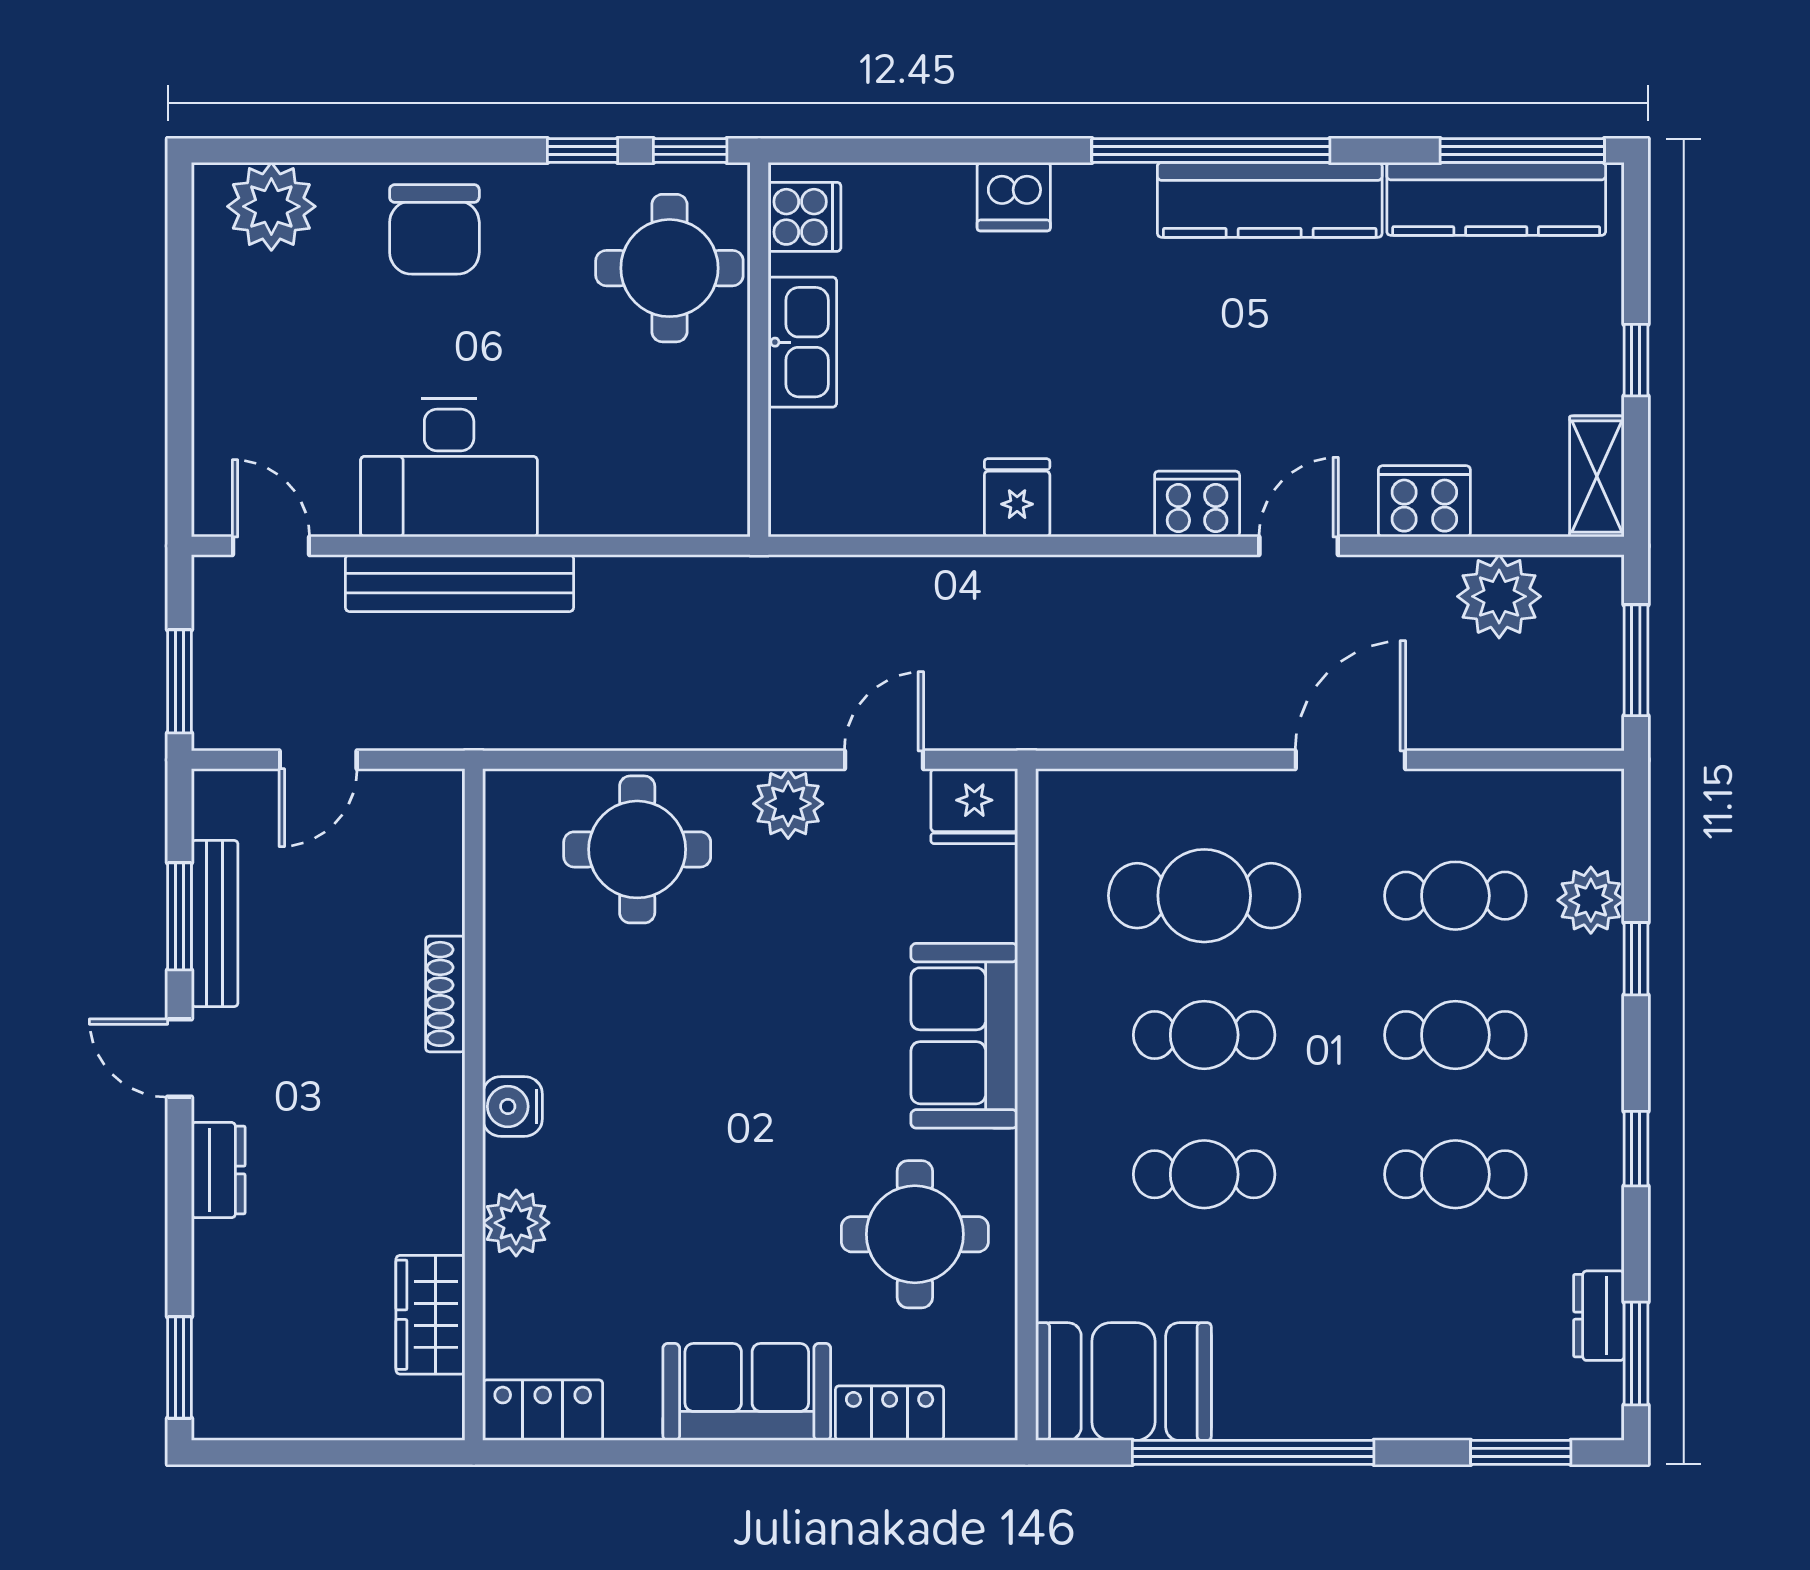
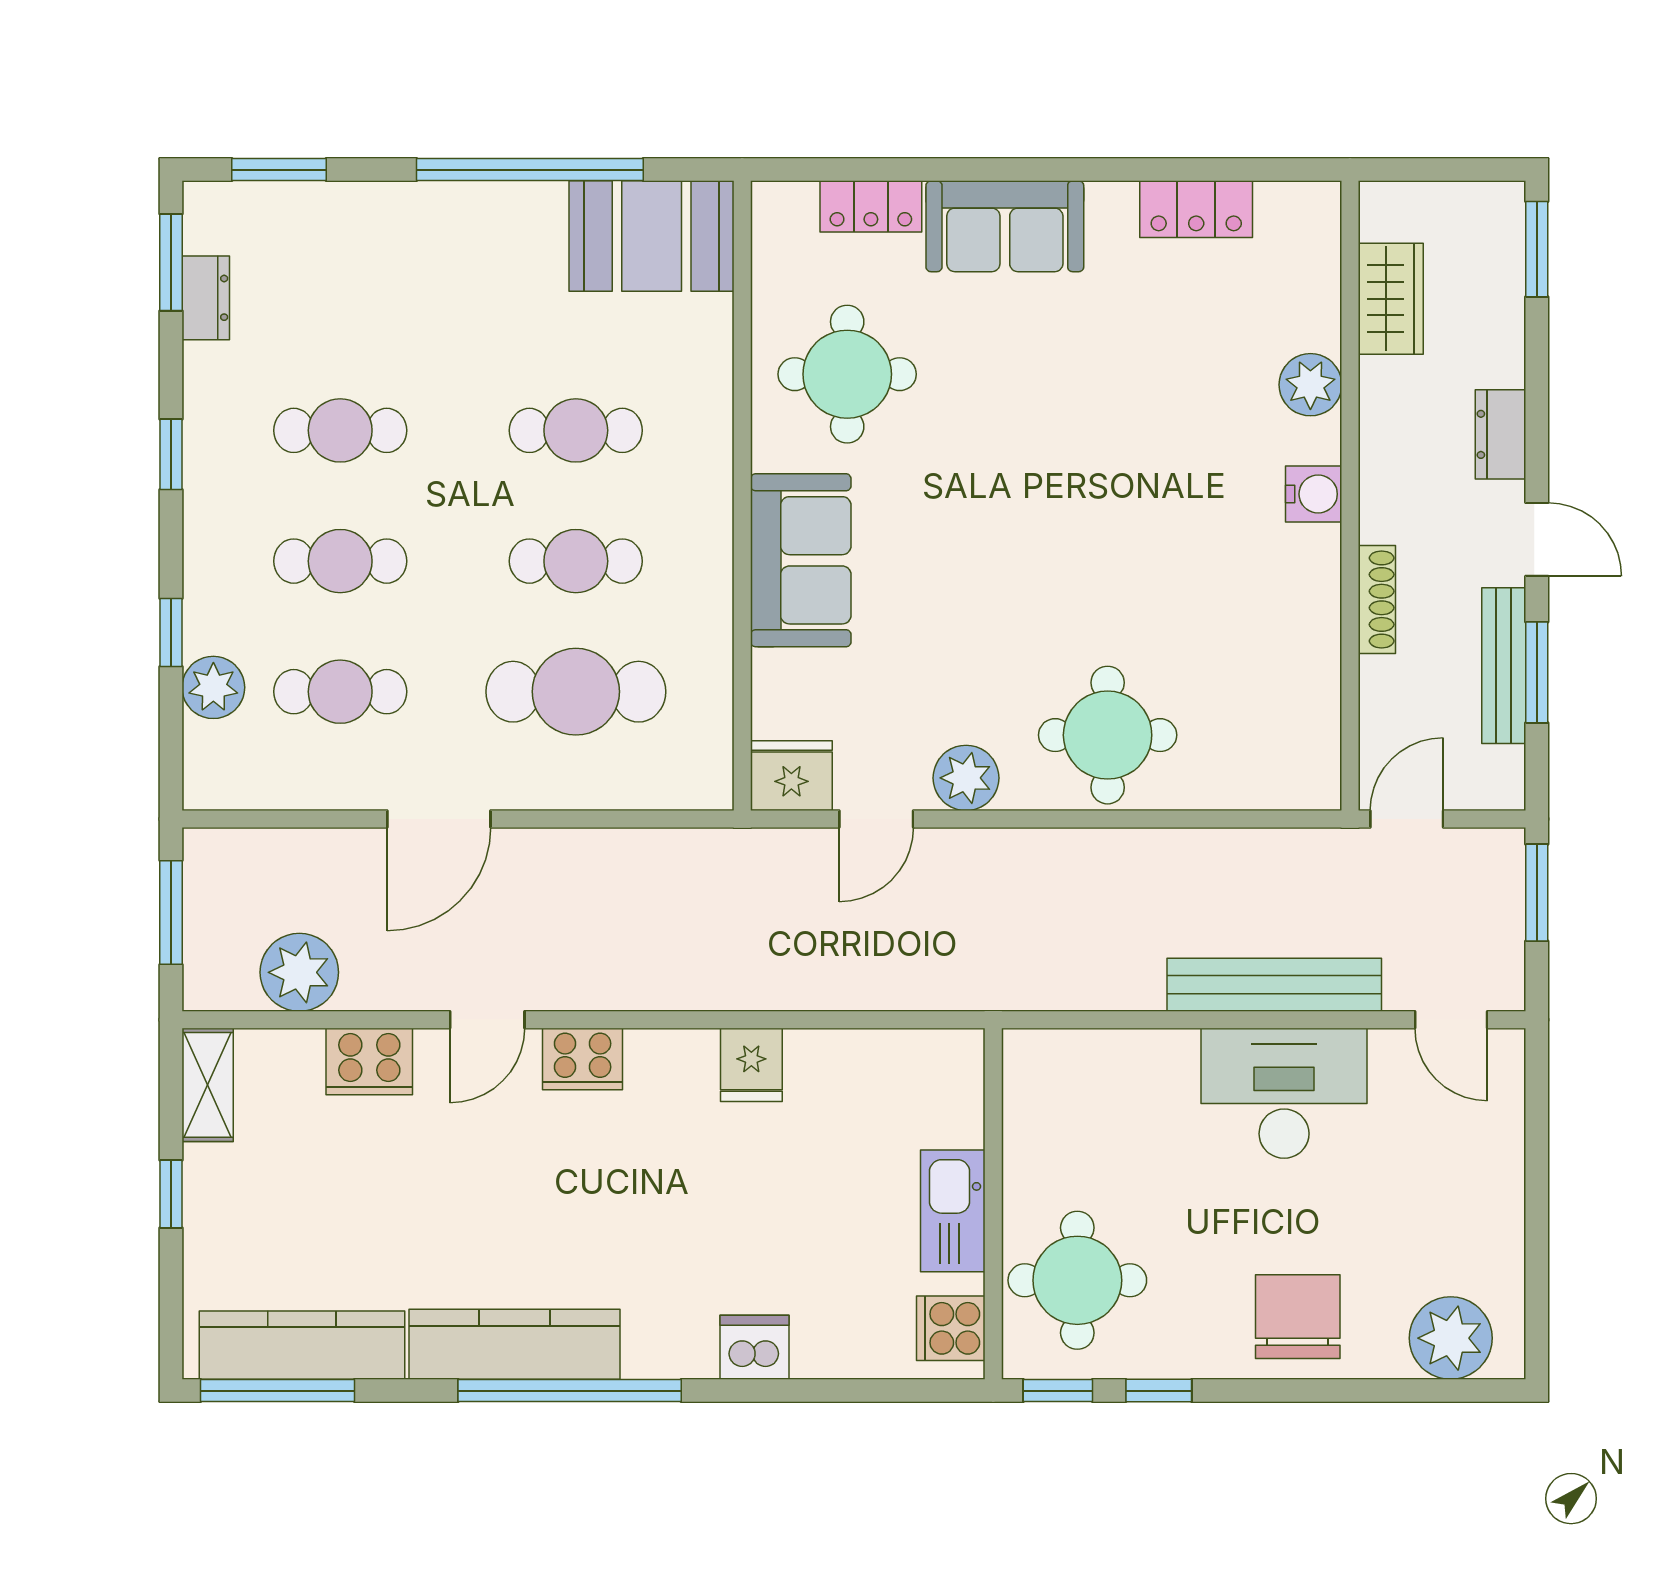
shoe rack: (445, 994) -> (1377, 599), moved
wall: (474, 1105) -> (1350, 496), moved
water cooler: (513, 1106) -> (1314, 494), moved
plant: (516, 1223) -> (1310, 385), moved
wardrobe: (430, 1315) -> (1391, 299), moved

